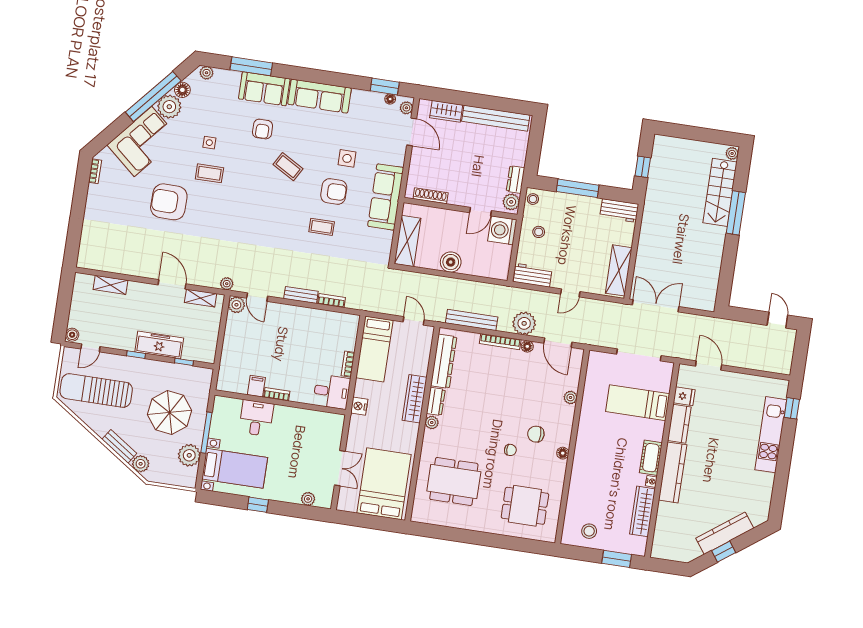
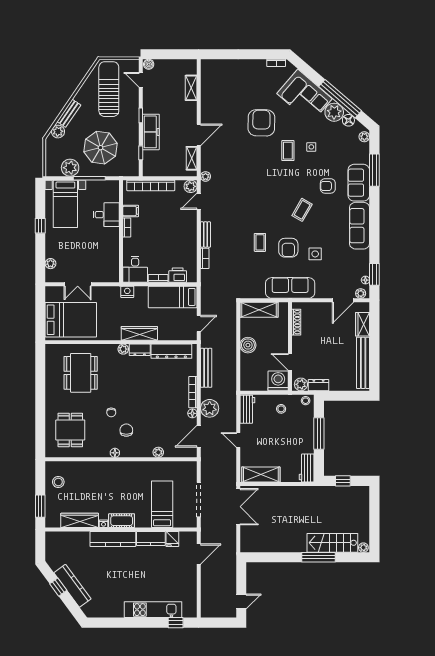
printer: (347, 338) -> (178, 275), added
bookcase: (228, 355) -> (151, 185), added

